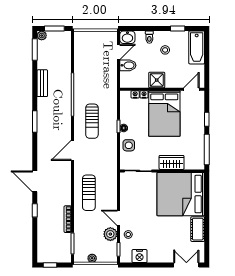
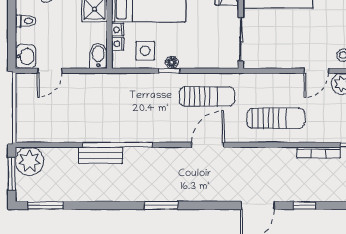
plant: (42, 36) -> (30, 161), moved, width x1.88, depth x1.88
door: (118, 52) -> (50, 71), swing flipped
bidet: (128, 65) -> (98, 56), moved
bench: (42, 83) -> (101, 155), moved
sun lounger: (92, 121) -> (207, 96), moved
side table: (129, 145) -> (145, 51), moved
door: (72, 150) -> (208, 145), swing flipped

